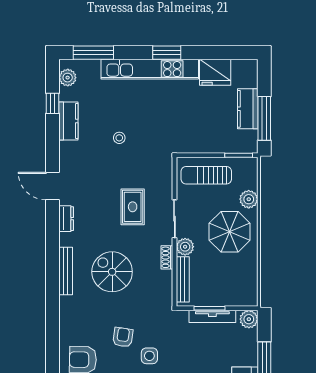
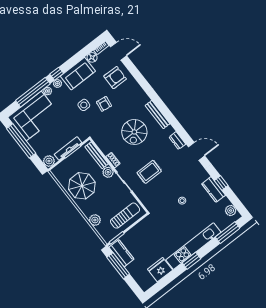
window: (52, 103) -> (221, 183), moved
kitchen counter: (248, 109) -> (121, 253), moved
rug: (133, 207) -> (149, 172), turned 90
parasol: (230, 232) -> (82, 186), moved
spiral stairs: (112, 272) -> (134, 132), turned 90

